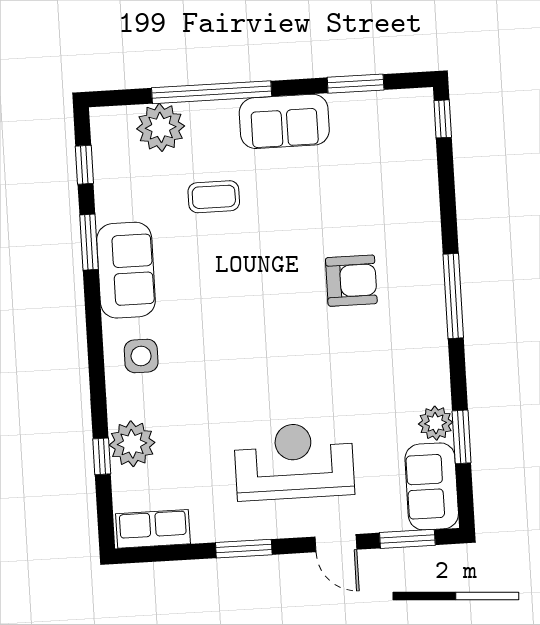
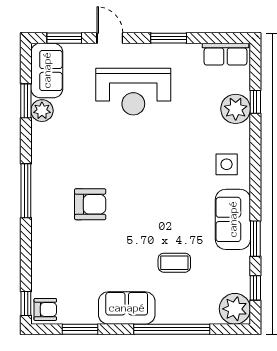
armchair: (412, 112) -> (45, 309), added
plant: (161, 127) -> (235, 309), moved
armchair: (351, 281) -> (90, 204), turned 180

